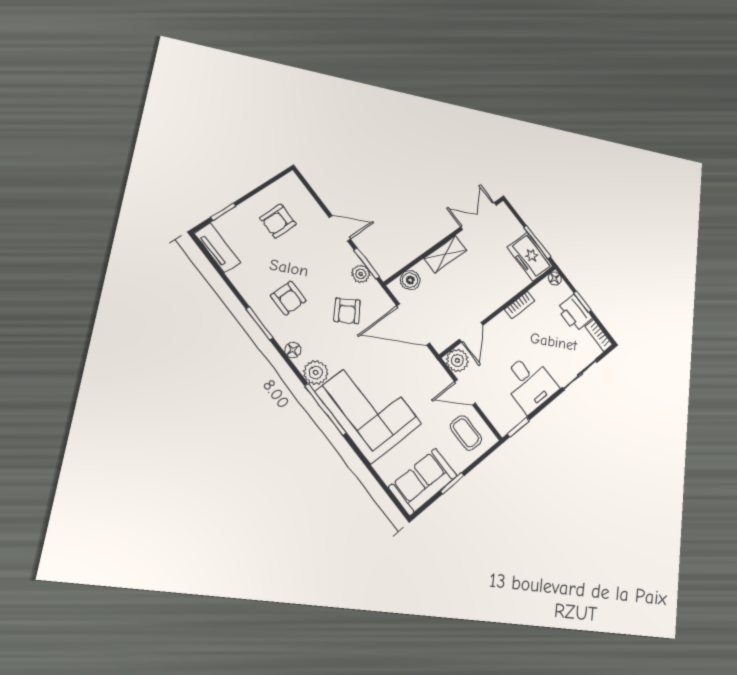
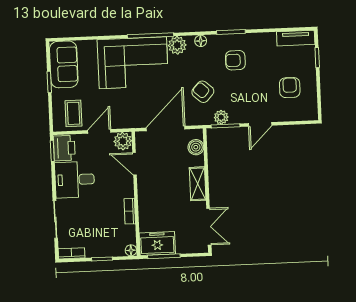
printer: (574, 313) -> (64, 148), moved, turned 90
coffee table: (466, 433) -> (73, 113), turned 90

